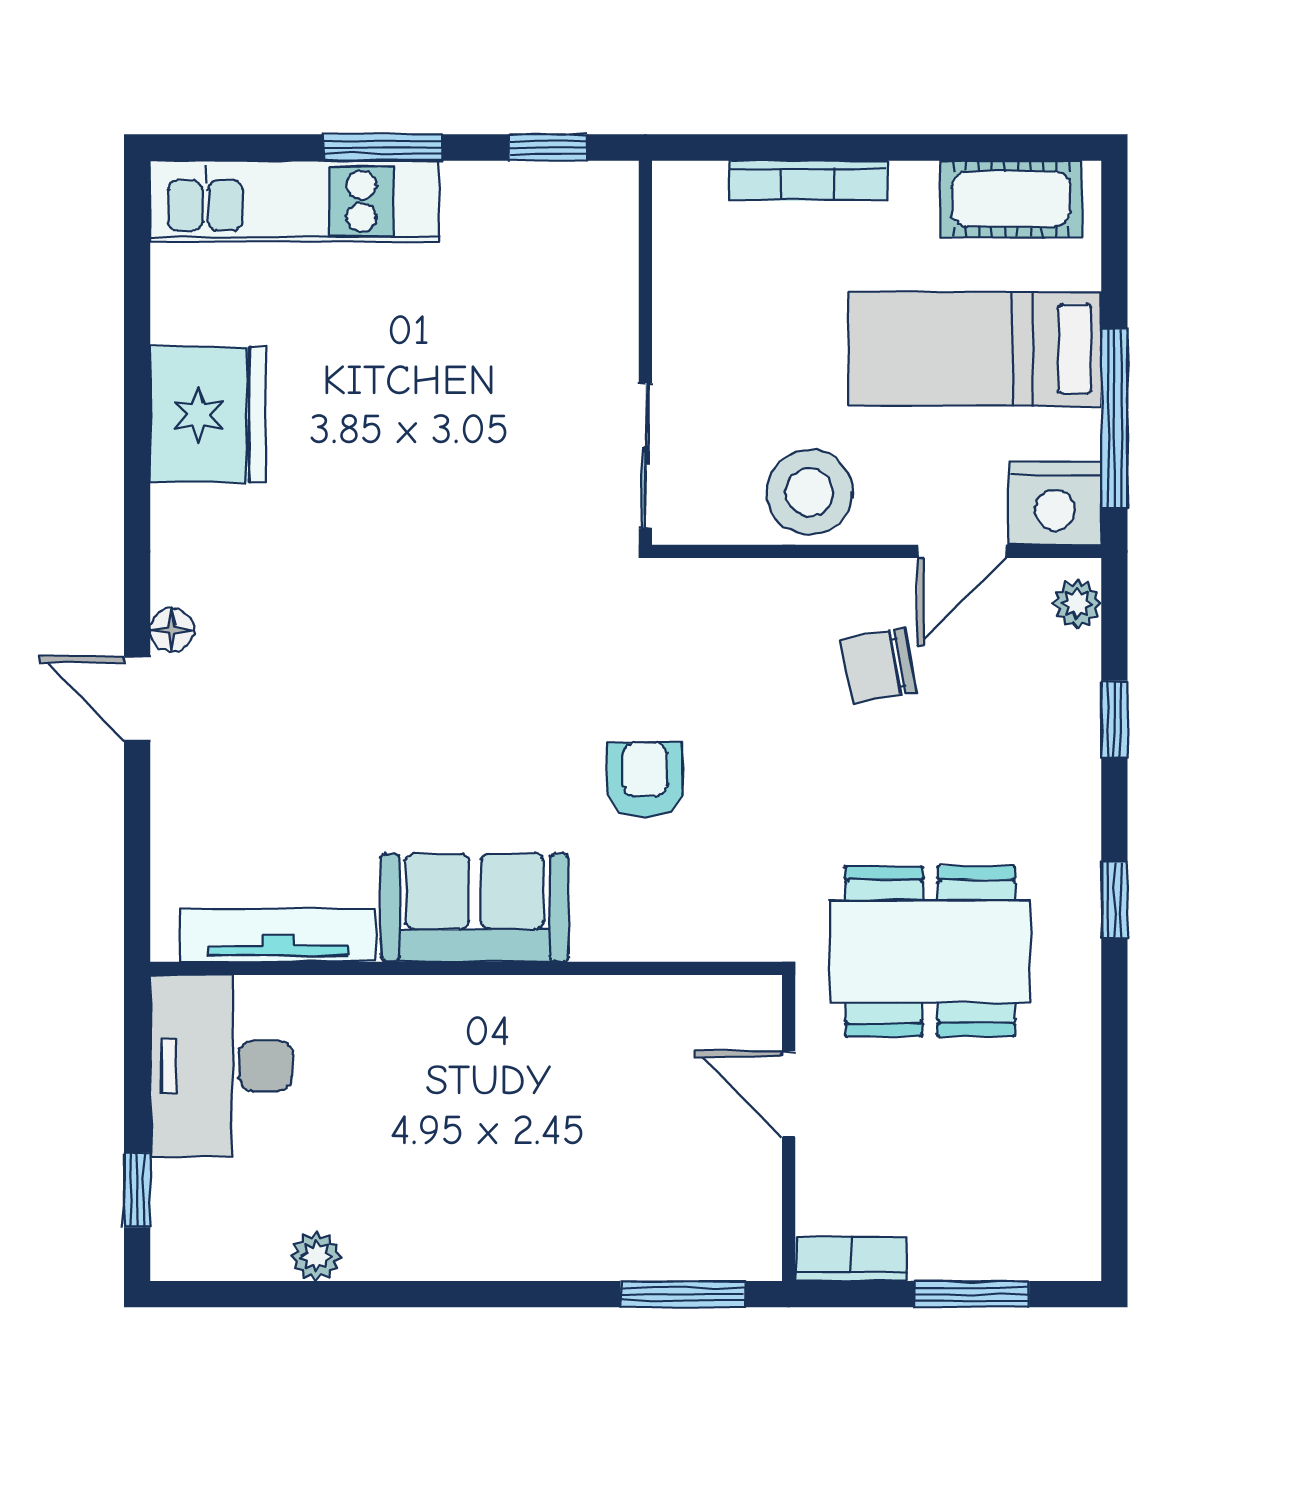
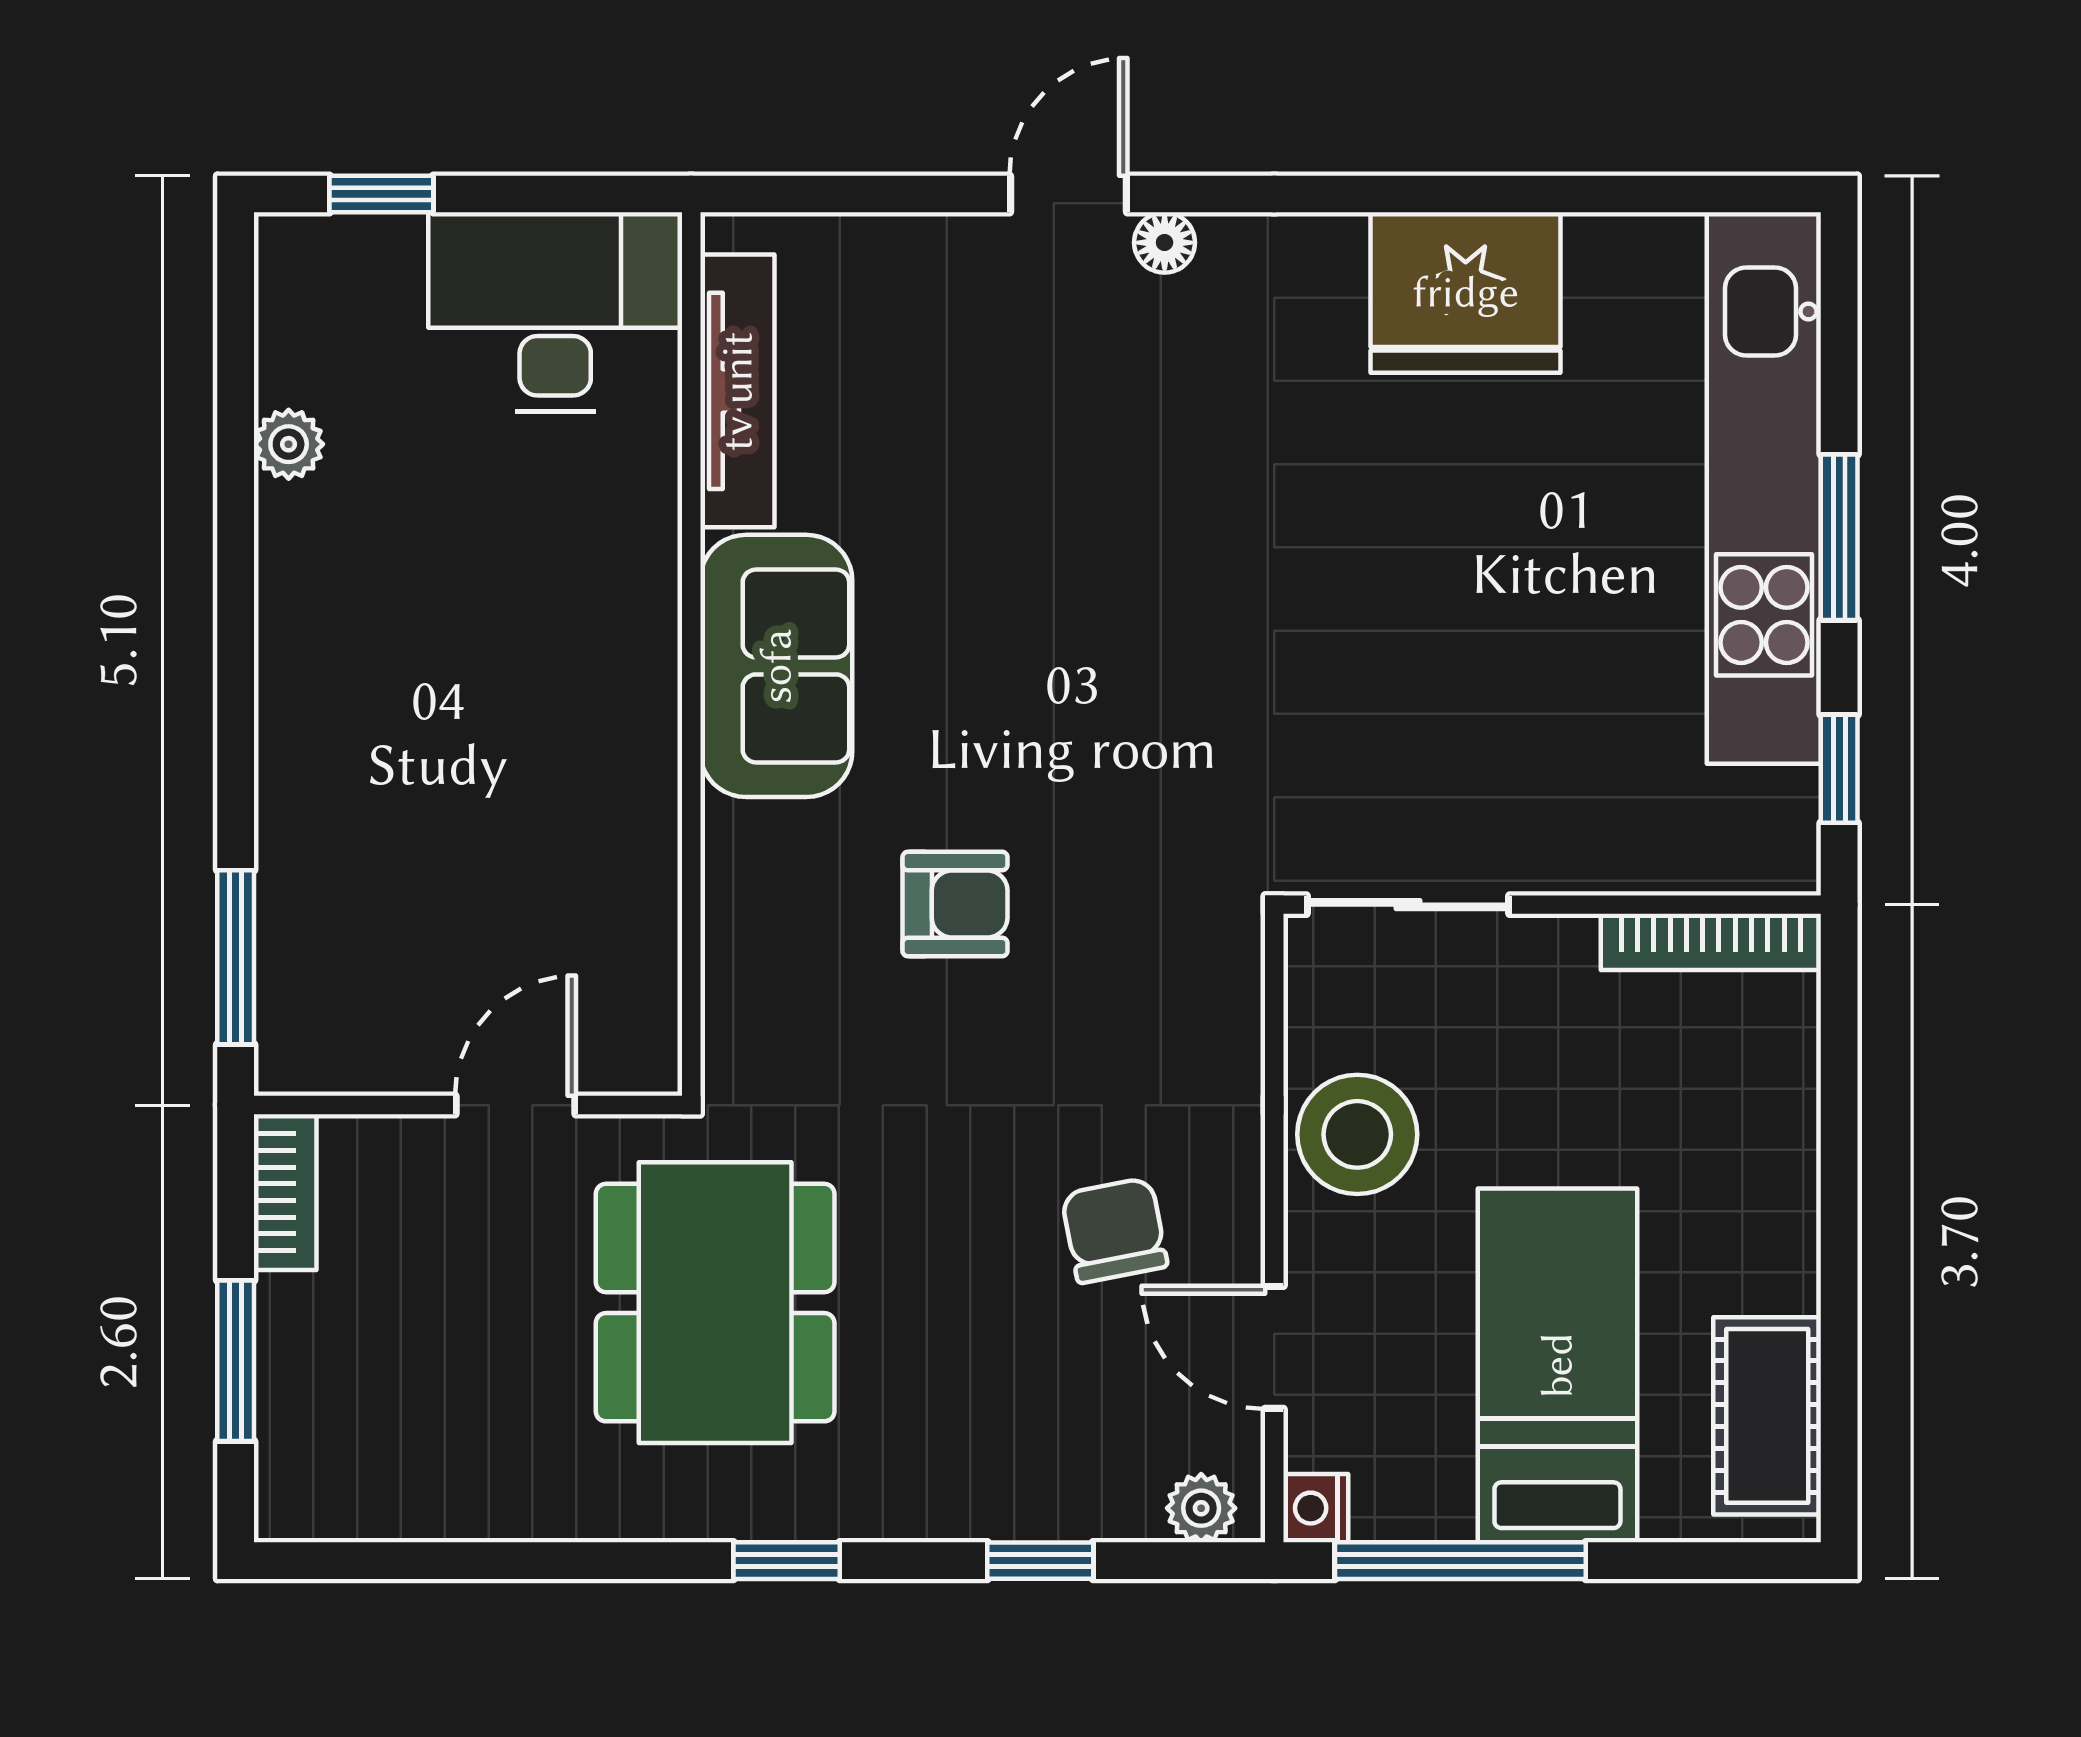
bookcase: (808, 181) -> (1711, 942), moved, turned -90
kitchen unit: (295, 201) -> (1764, 488), width x1.36
nightstand: (1055, 503) -> (1316, 1508), width x0.53, depth x0.56

